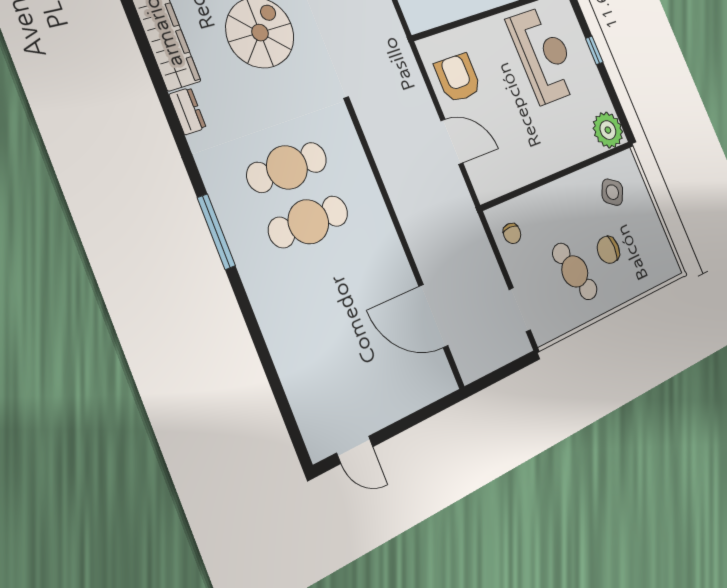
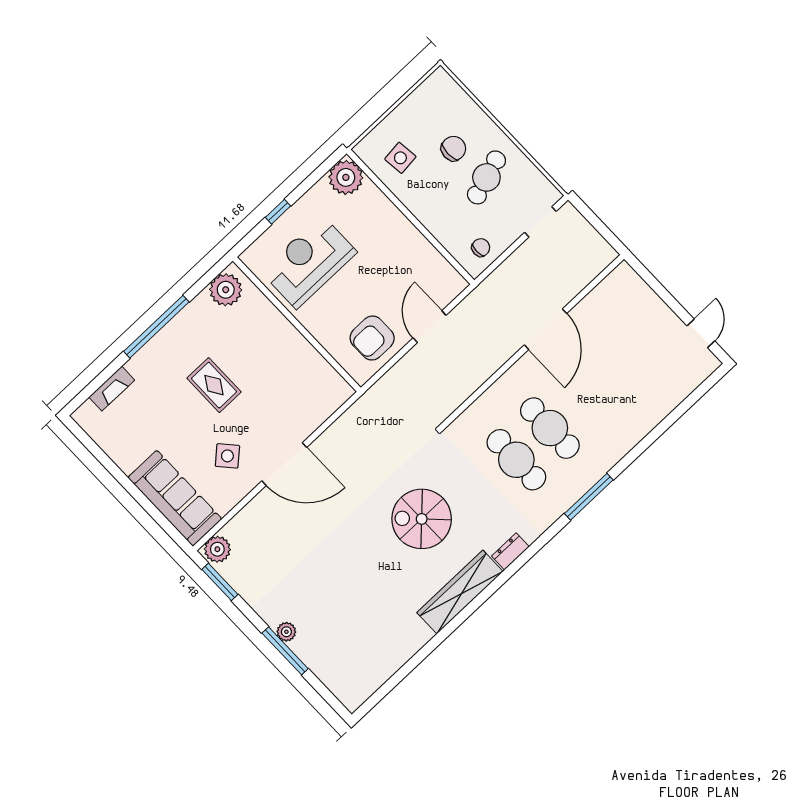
side table: (612, 192) -> (400, 158), turned -37
chair: (608, 250) -> (453, 148), turned -90
door: (433, 316) -> (546, 329), moved

